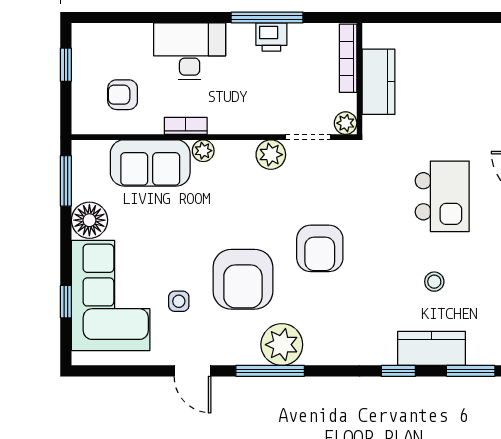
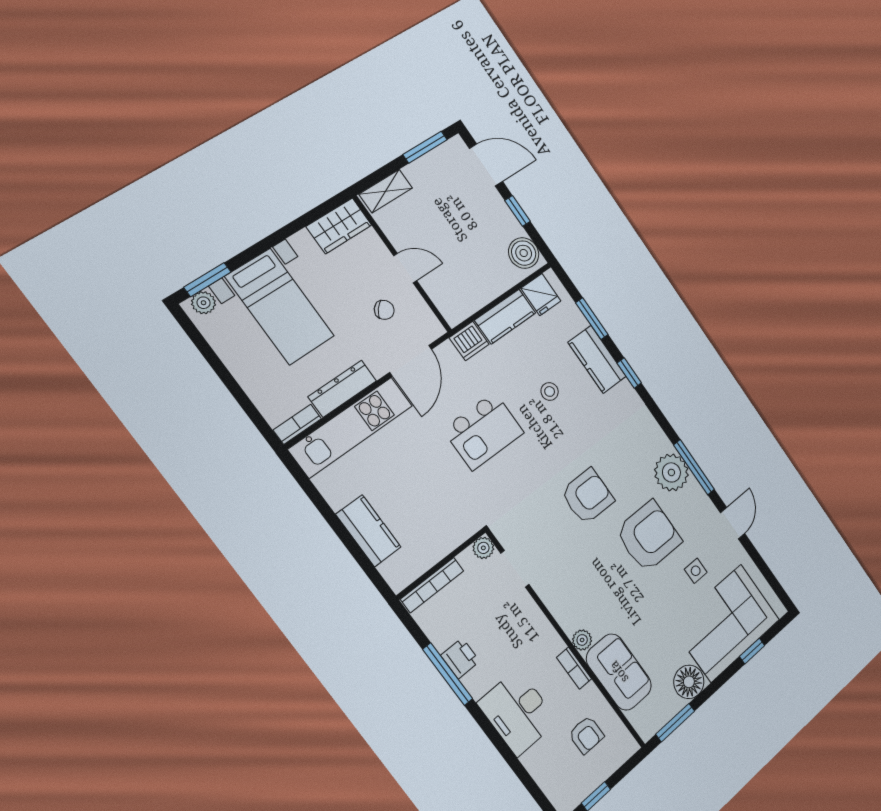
kitchen counter: (379, 82) -> (368, 531), moved, turned 90
plant: (271, 155) -> (548, 587), removed
kitchen island: (442, 196) -> (484, 431), turned 180

